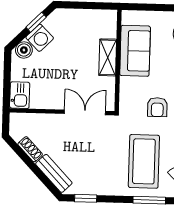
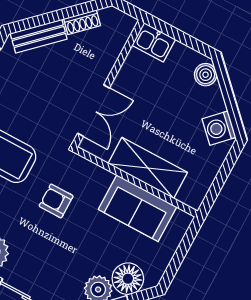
window: (36, 22) -> (232, 106), removed
washing machine: (40, 38) -> (219, 128), moved
shelving: (108, 57) -> (148, 168), width x1.50, depth x1.33

